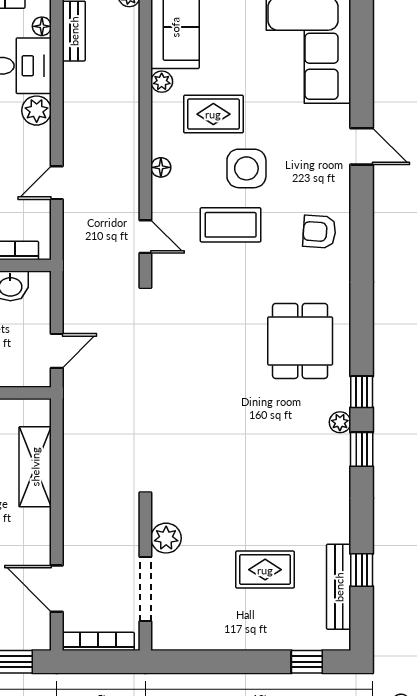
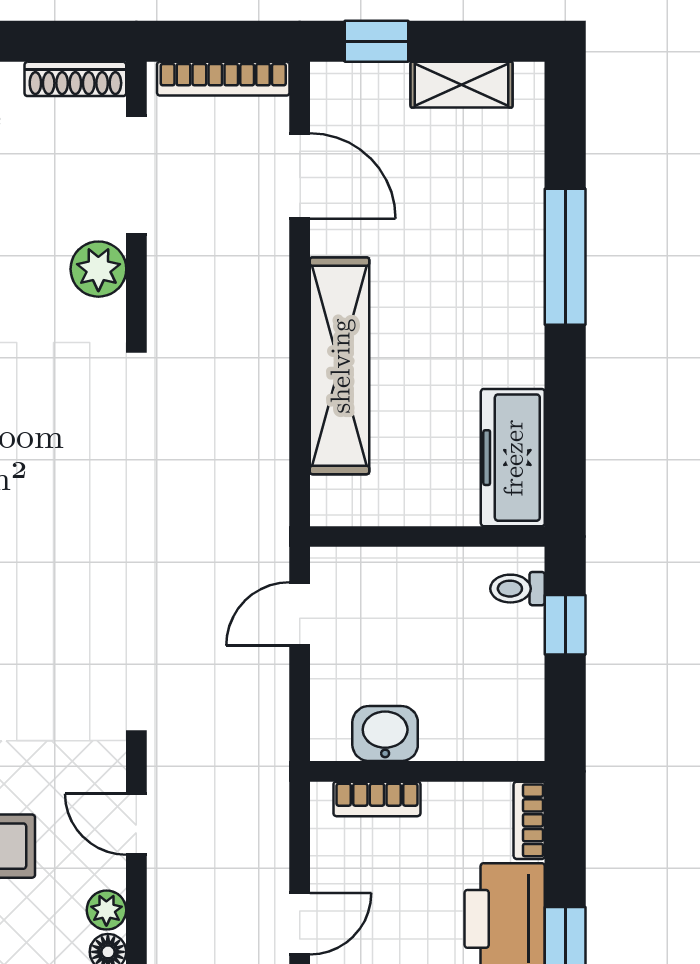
plant: (162, 190) -> (106, 910), added
shelving: (35, 467) -> (340, 366), width x1.47
shoe rack: (179, 641) -> (75, 79), added

